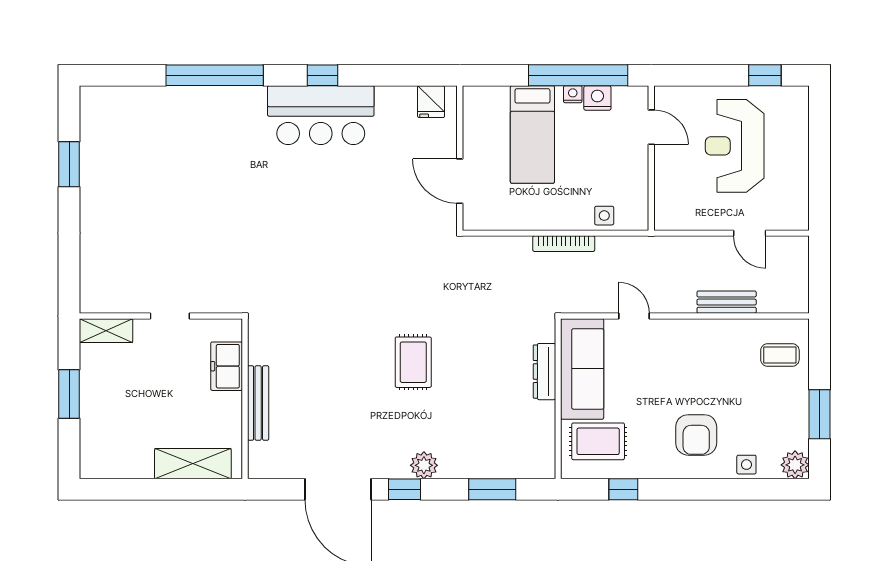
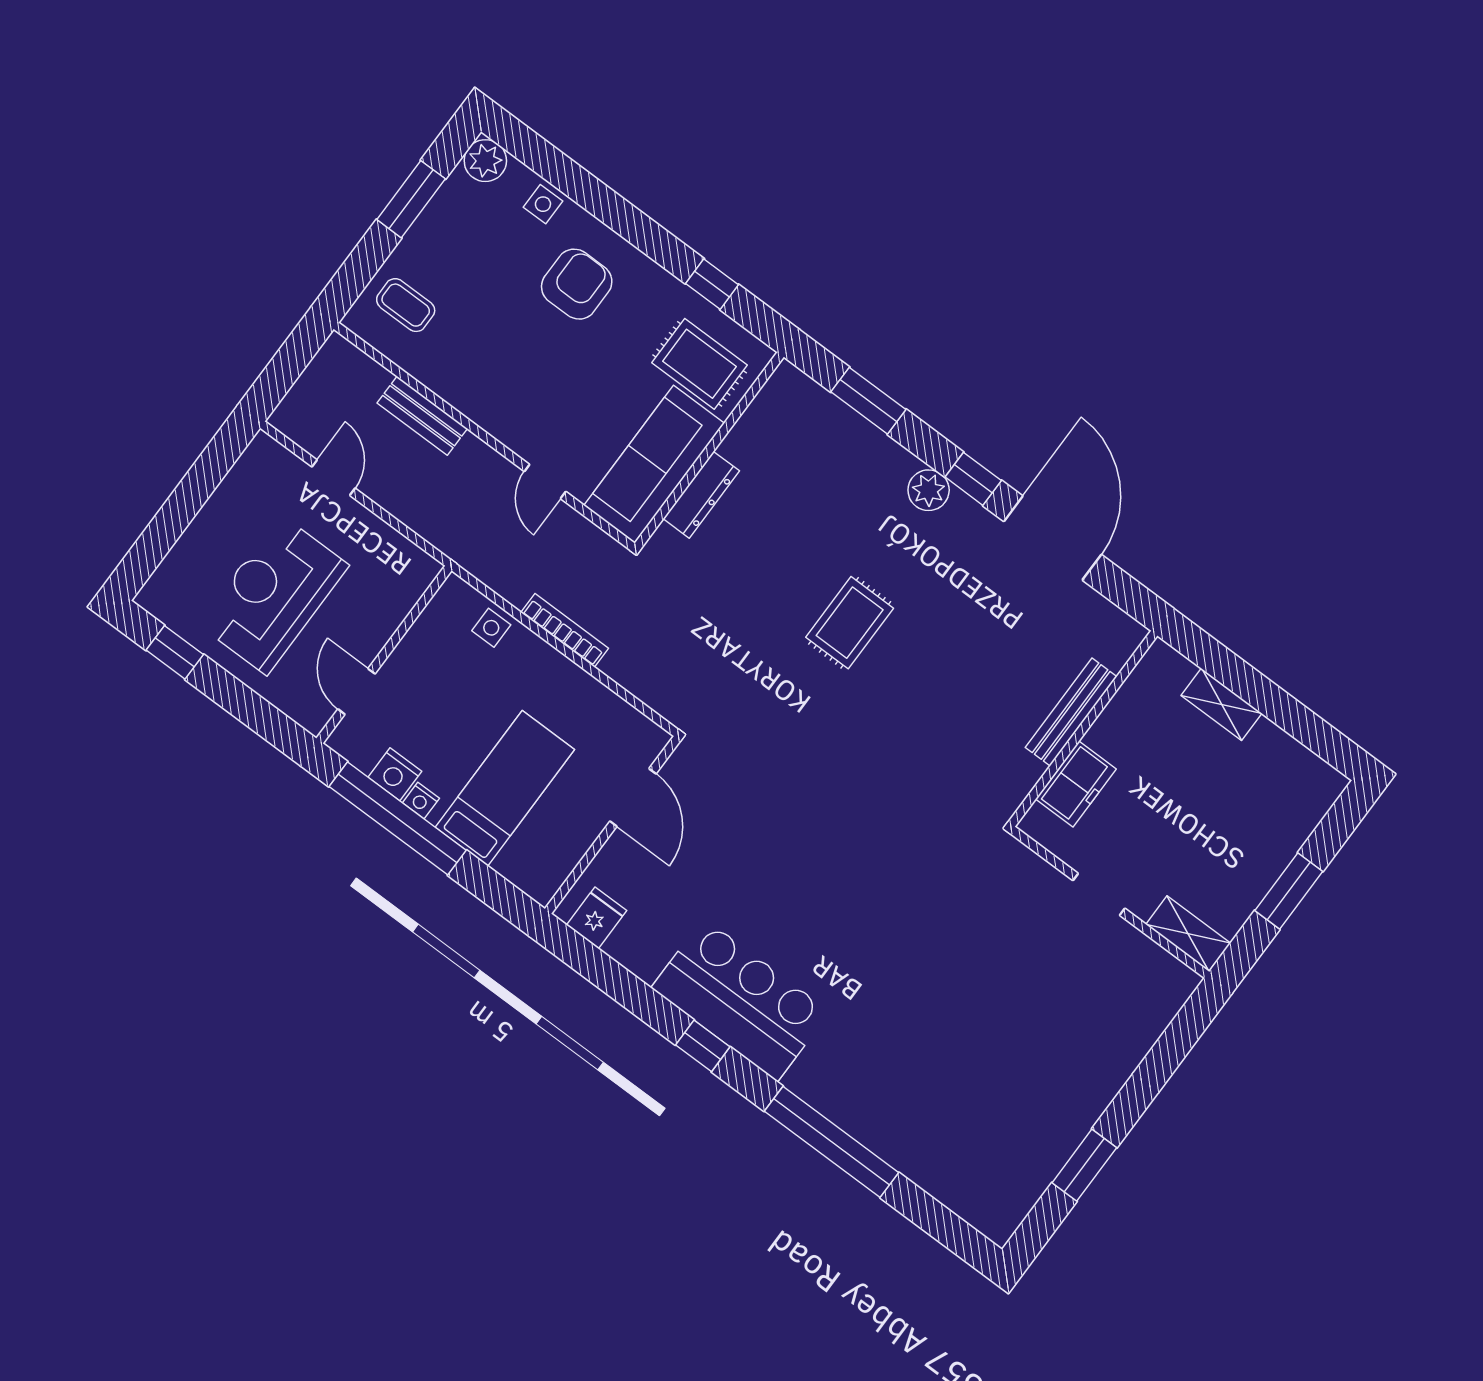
reception desk: (735, 146) -> (274, 595), turned 180
shelving: (193, 464) -> (1222, 704), width x0.67, depth x0.75

